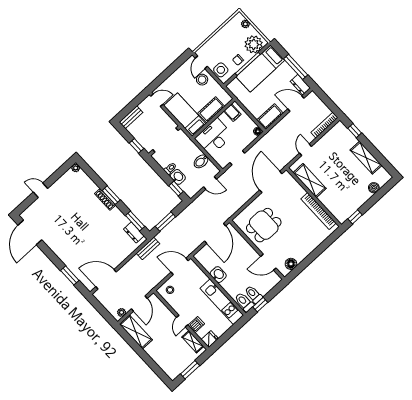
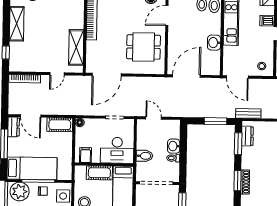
bidet: (201, 161) -> (144, 156), moved
window: (176, 189) -> (183, 139), removed
door: (268, 262) -> (167, 15), swing flipped

